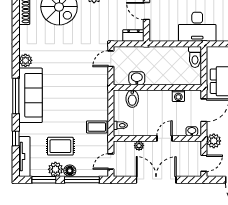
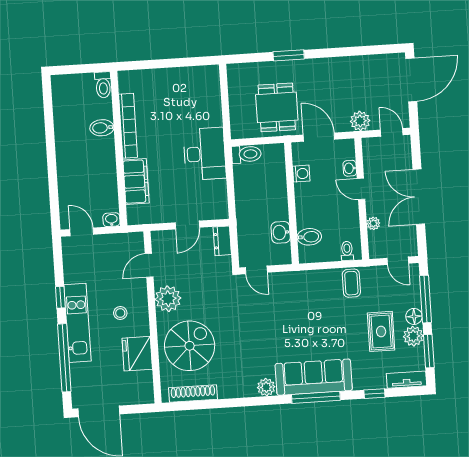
washbasin: (192, 131) -> (350, 168), moved
tv unit: (24, 157) -> (407, 380), width x0.71

